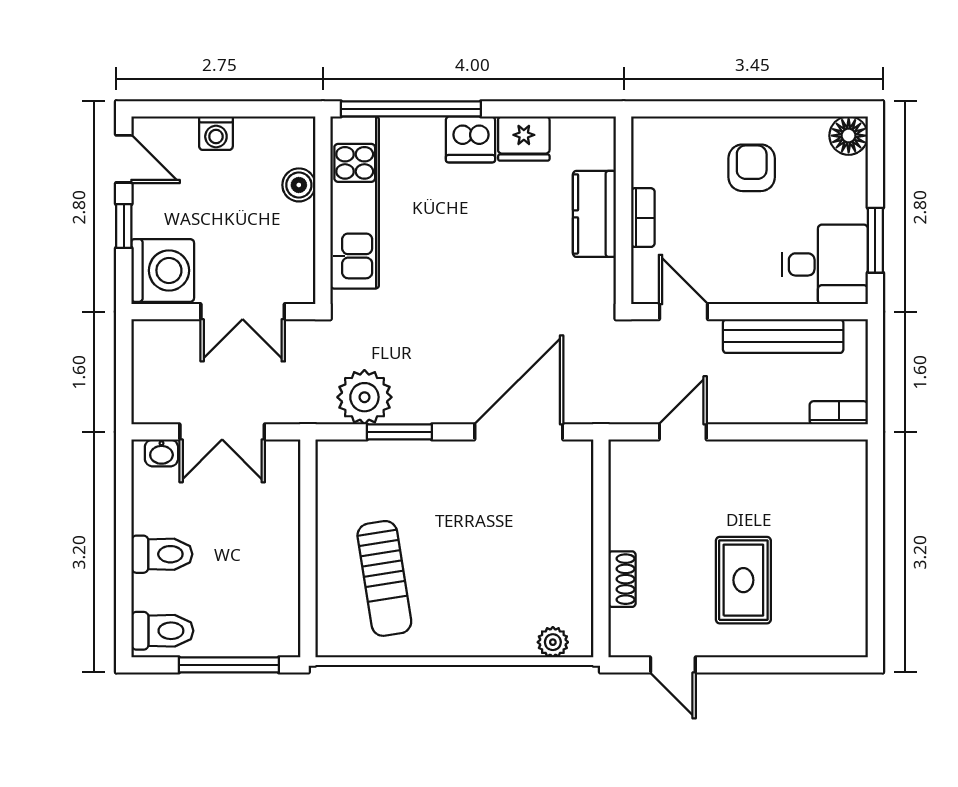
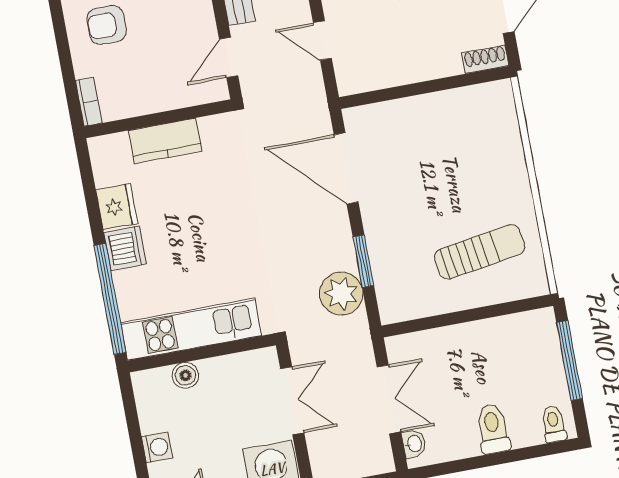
bookcase: (643, 218) -> (89, 102), moved, turned 90
shoe rack: (622, 579) -> (485, 59), moved
toilet: (162, 631) -> (554, 424), width x0.73, depth x0.72
plant: (553, 642) -> (505, 111), removed

